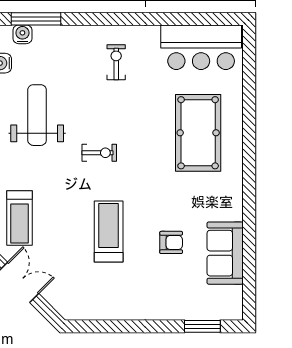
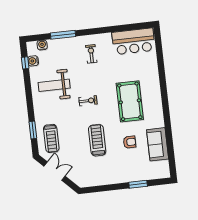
window: (36, 19) -> (63, 35), moved
weight bench: (37, 115) -> (54, 85), turned -90
pool table: (198, 133) -> (130, 101), moved
window: (202, 326) -> (138, 184), moved

